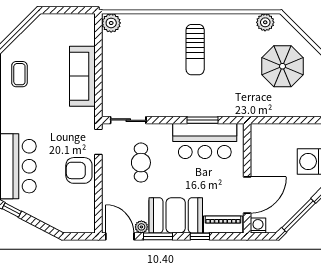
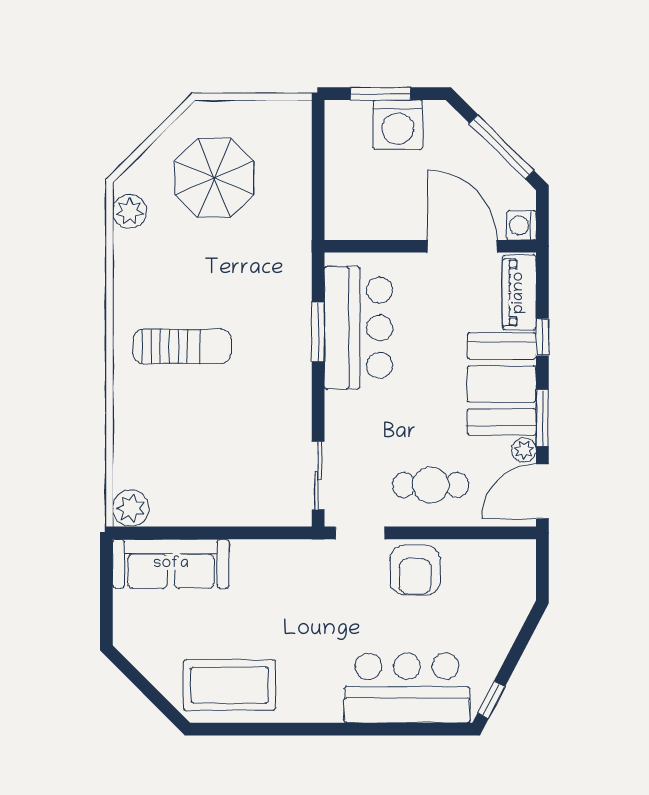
coffee table: (19, 74) -> (229, 685), width x1.86, depth x1.72
sofa: (82, 76) -> (171, 564), moved
cafe table: (141, 163) -> (431, 485), moved

